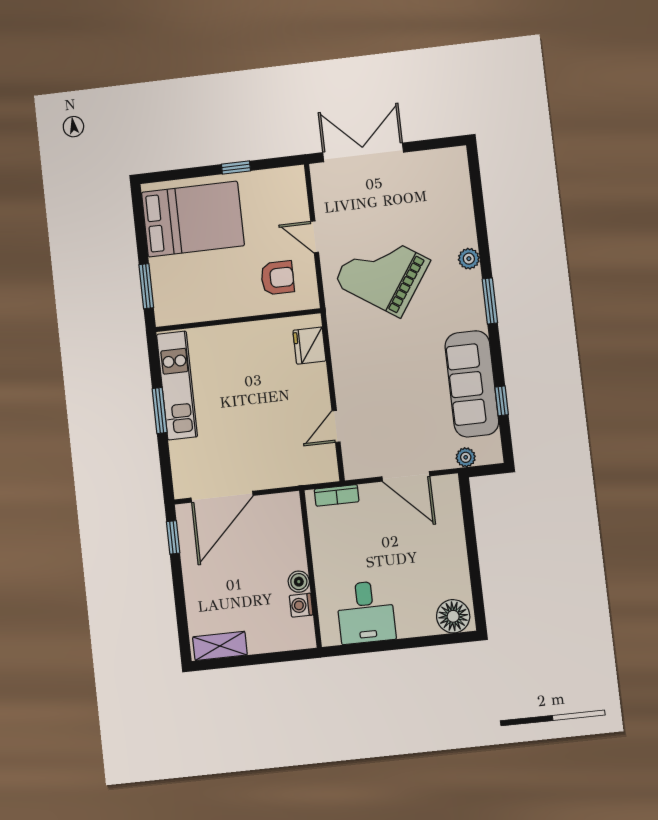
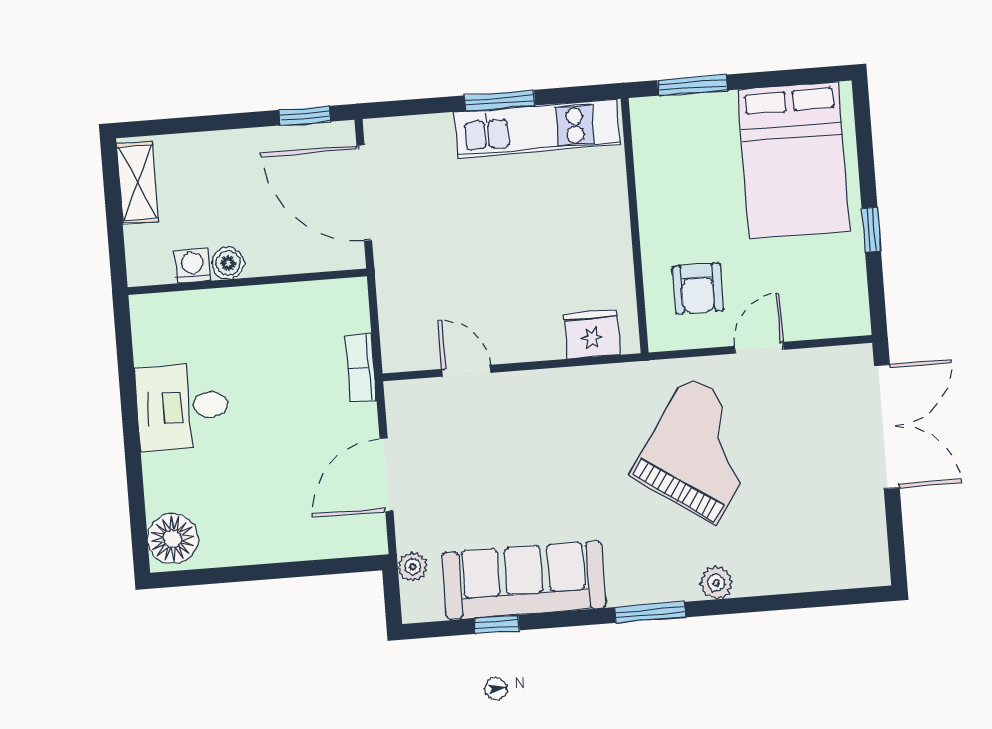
wall: (311, 569) -> (247, 282), moved
boiler: (299, 582) -> (228, 263), moved
washing machine: (301, 605) -> (192, 265), moved

